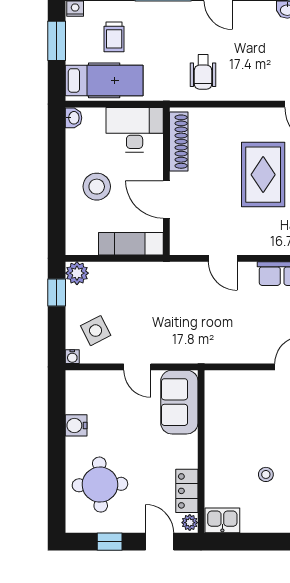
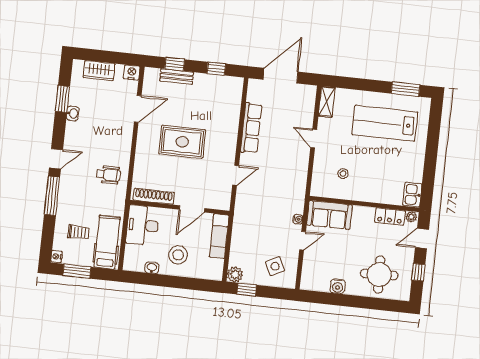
washbasin: (73, 118) -> (152, 268), moved
water cooler: (72, 357) -> (298, 219), moved
stool: (266, 474) -> (343, 174), moved

